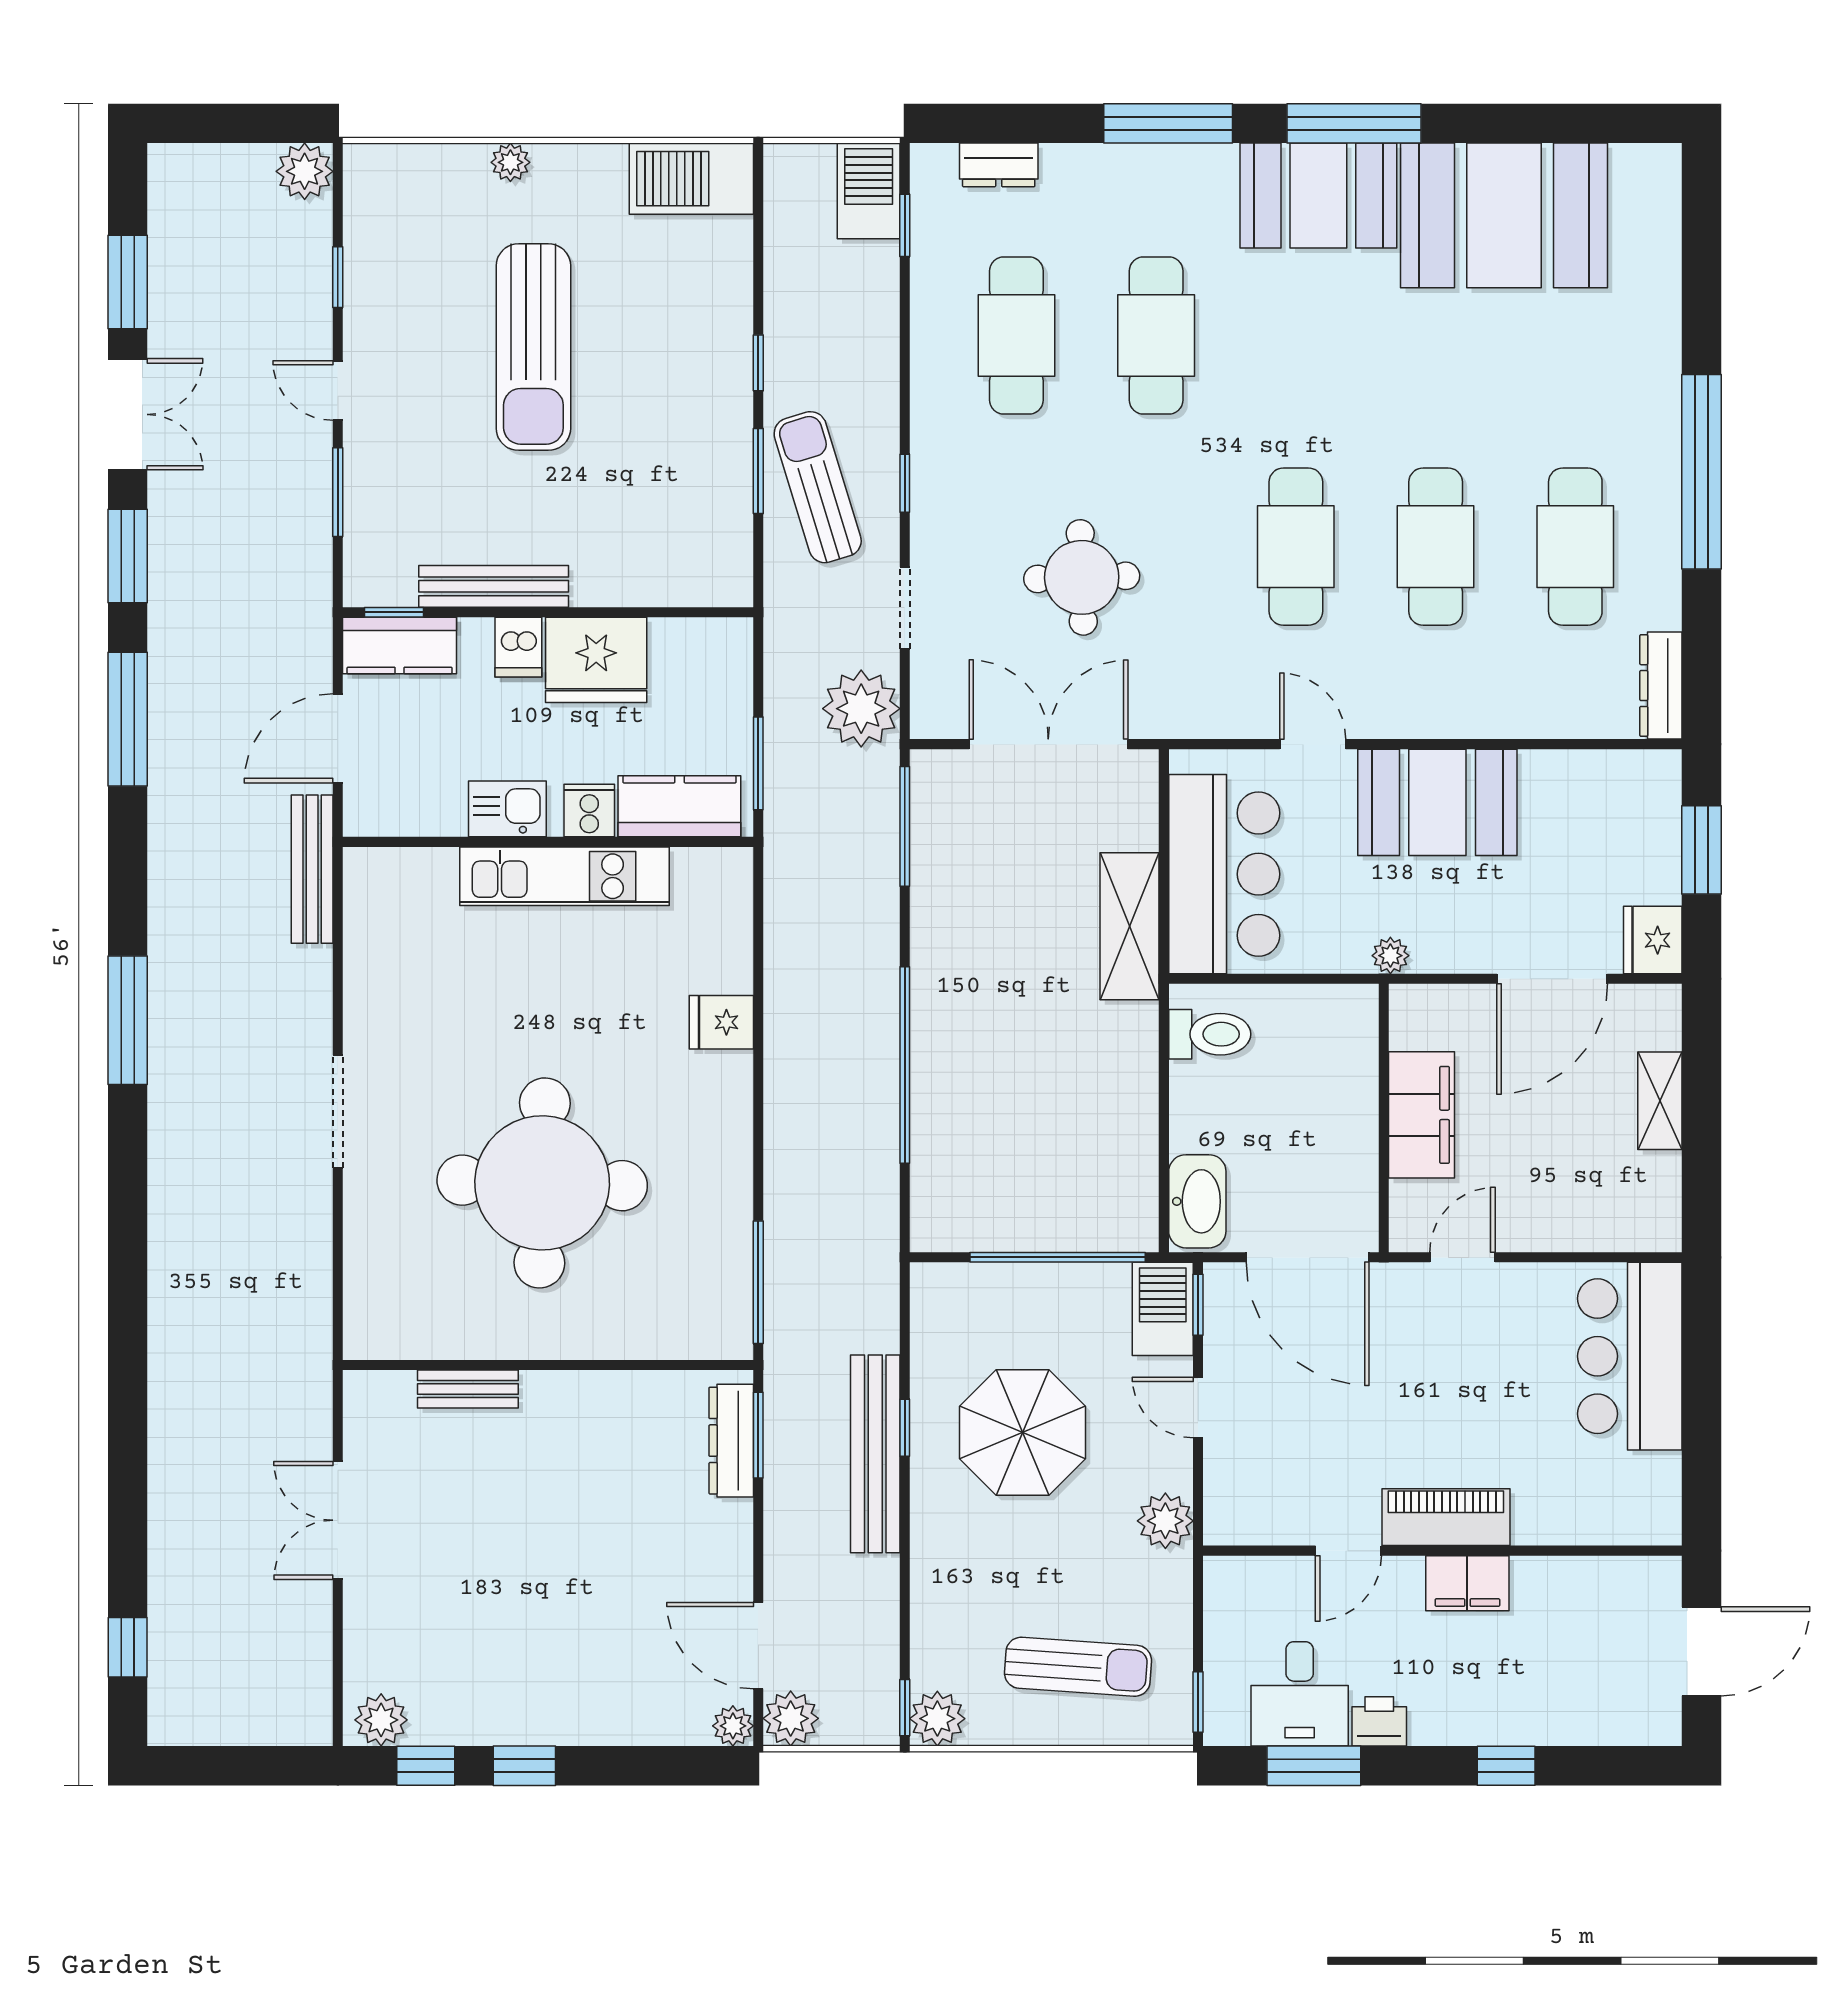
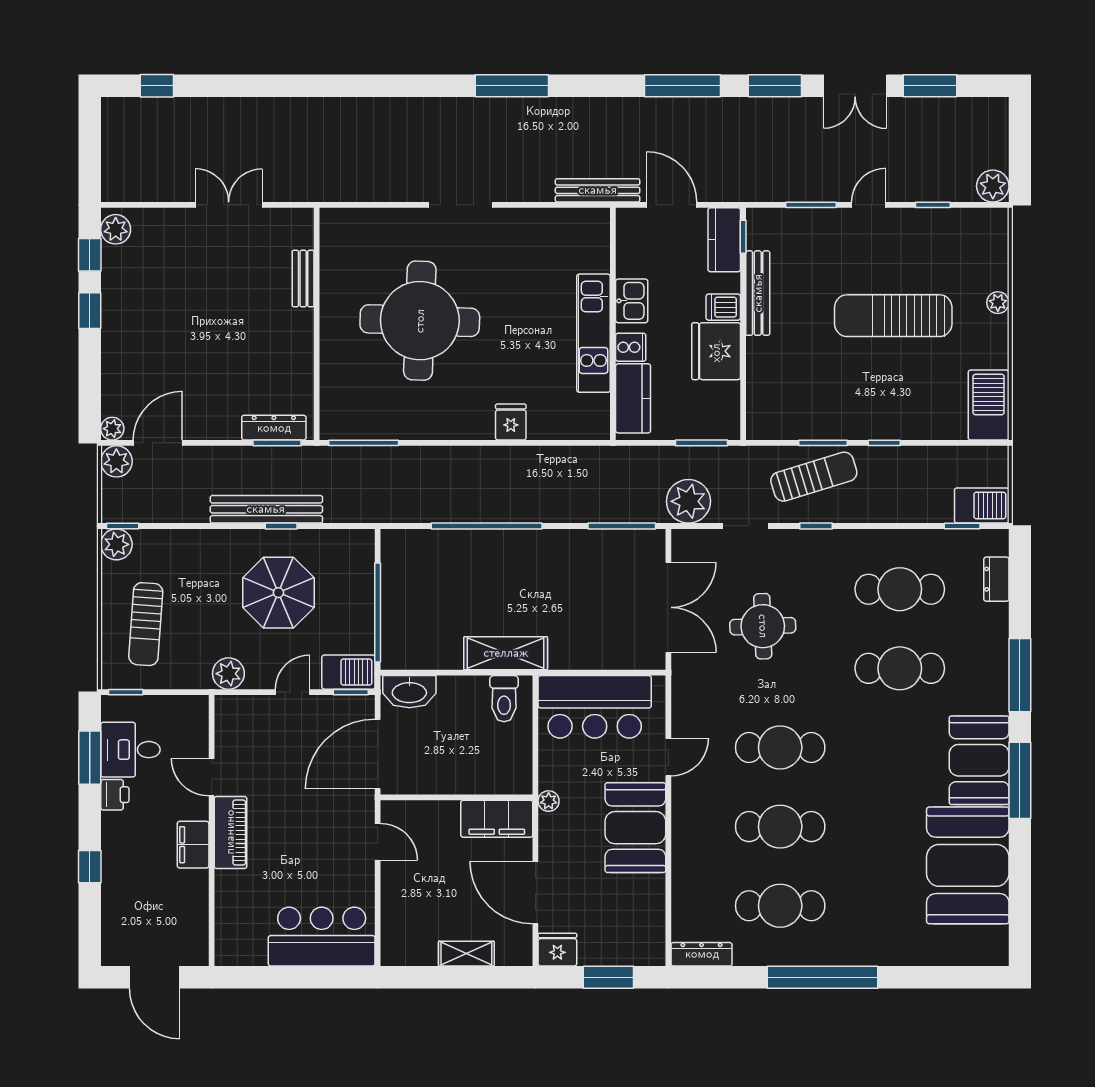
window: (758, 763) -> (701, 443), moved
shelving: (1130, 926) -> (506, 653), moved
filing cabinet: (1422, 1115) -> (497, 819), moved

